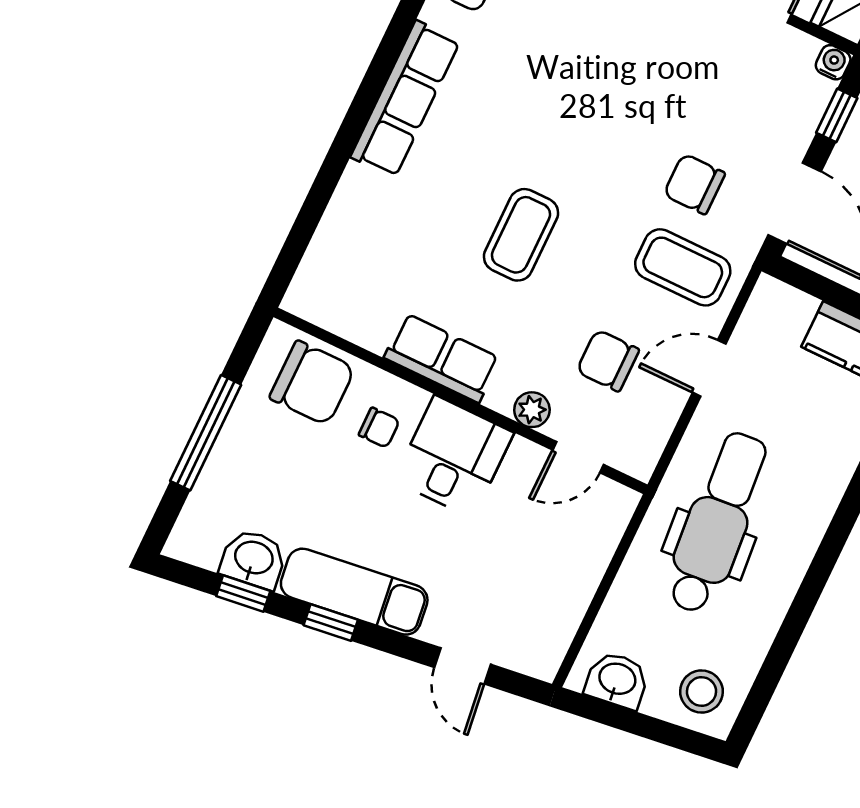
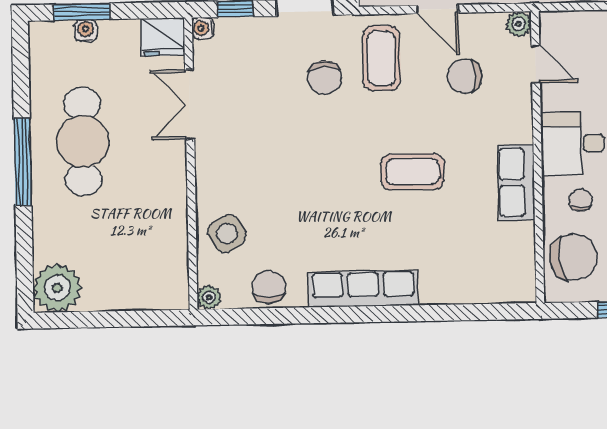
chair: (608, 361) -> (465, 76), turned 90
chair: (312, 383) -> (574, 257), turned 81
plant: (532, 410) -> (519, 24), moved

